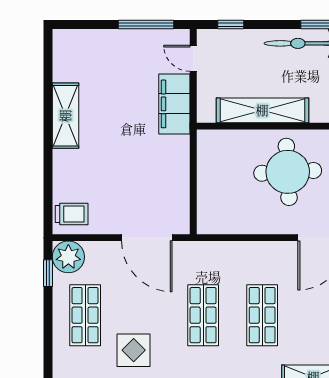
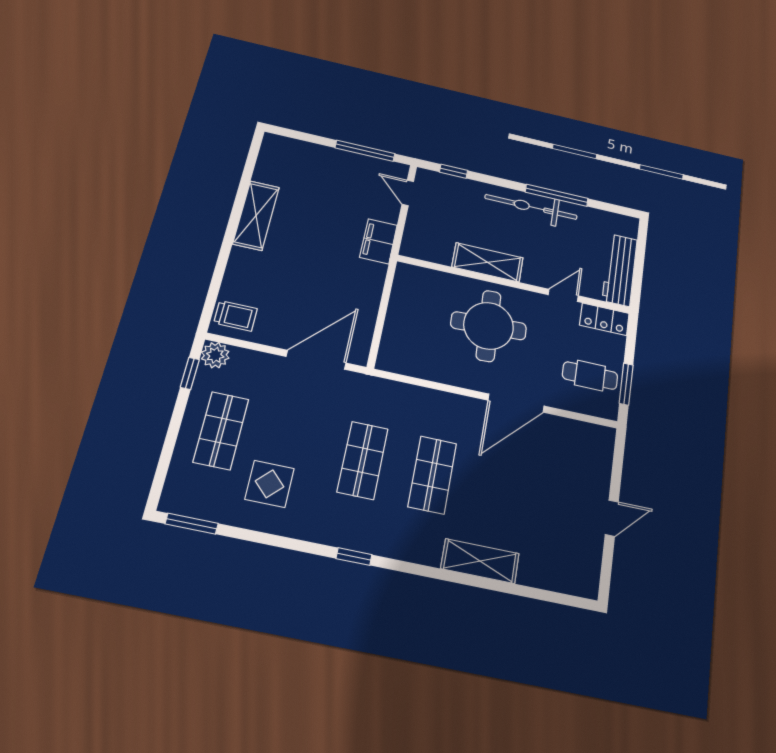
filing cabinet: (174, 104) -> (378, 241), width x0.67, depth x0.86
shelving: (262, 110) -> (488, 262), width x0.68
door: (147, 238) -> (316, 360), swing flipped
plant: (68, 257) -> (215, 355), width x0.73, depth x0.73

